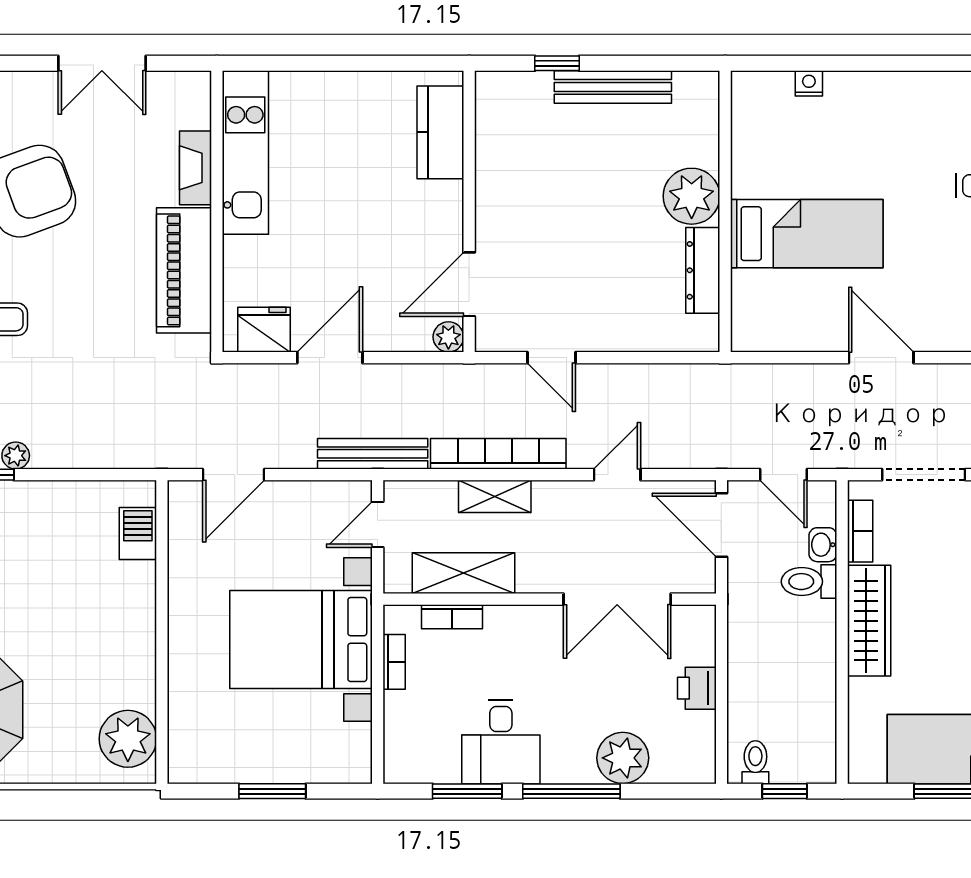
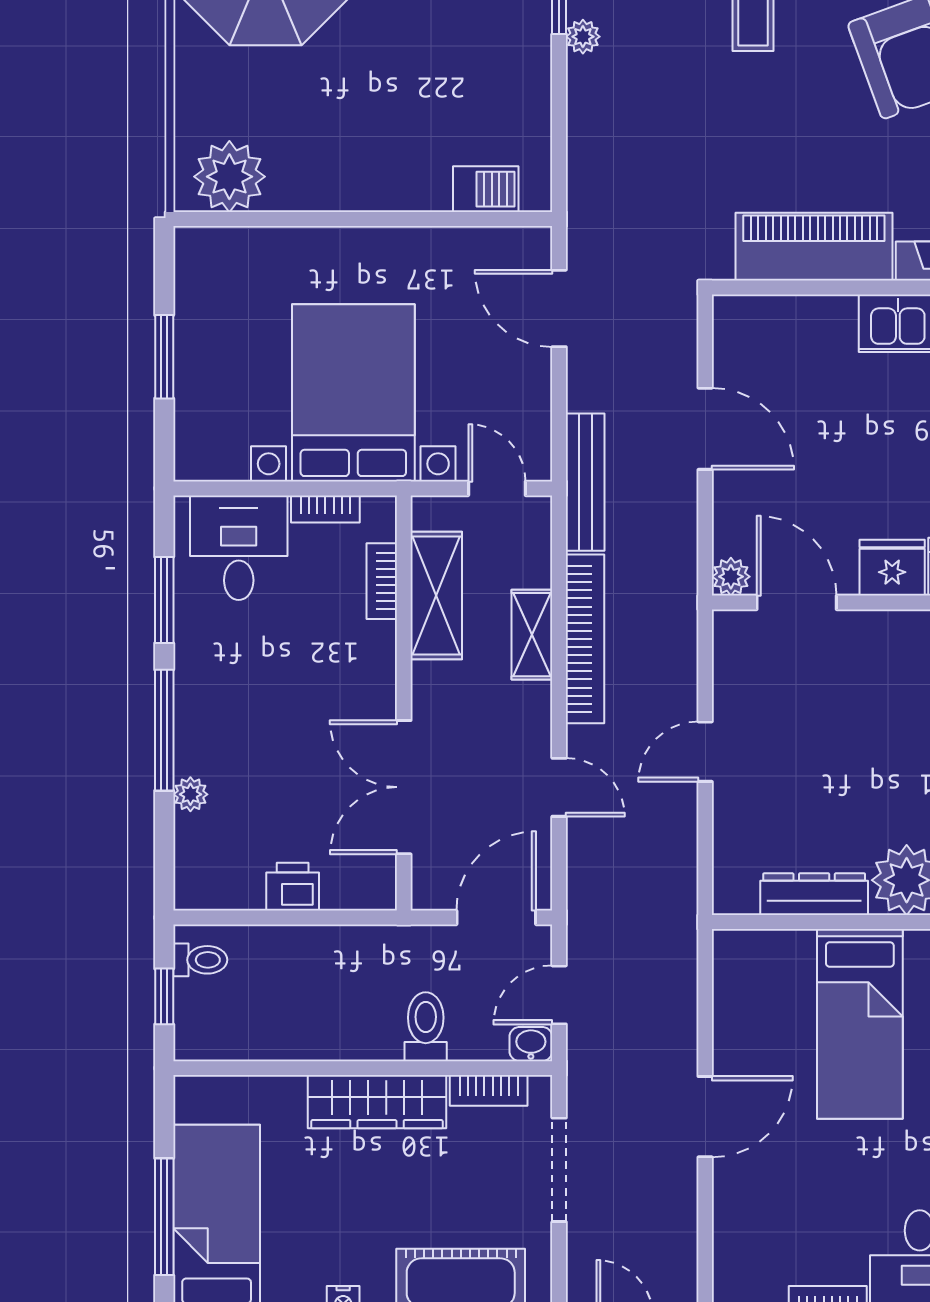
fridge: (264, 330) -> (892, 568), moved, turned -90
door: (551, 358) -> (705, 752), moved
washbasin: (823, 545) -> (531, 1044), moved
desk: (501, 742) -> (239, 548), moved, turned 90
plant: (623, 758) -> (190, 794), width x0.53, depth x0.53

